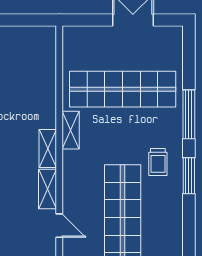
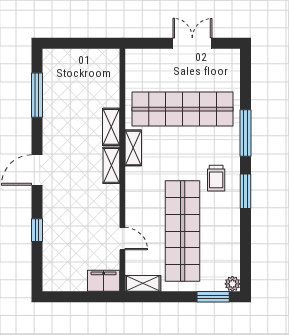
shelving: (47, 189) -> (111, 127), moved

